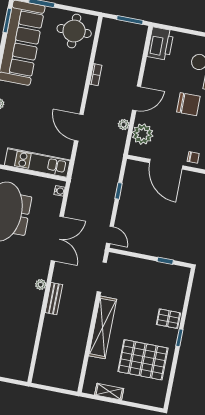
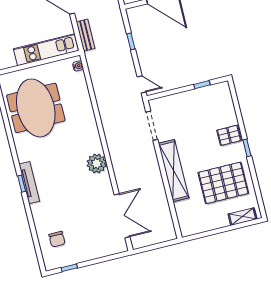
double door: (57, 239) -> (122, 216), moved
plant: (41, 285) -> (97, 164), width x1.87, depth x1.87
bench: (54, 299) -> (86, 35), moved
shelving: (109, 392) -> (242, 217), moved

